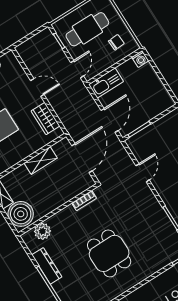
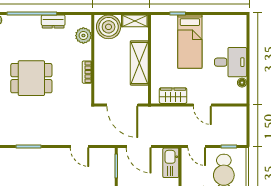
door: (37, 87) -> (202, 105), hinge flipped
shelving: (41, 160) -> (139, 63), width x1.50, depth x1.33
bookcase: (84, 201) -> (87, 72), moved
dresser: (47, 266) -> (53, 21), width x0.70

